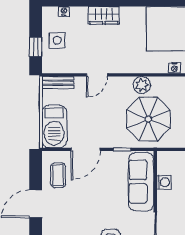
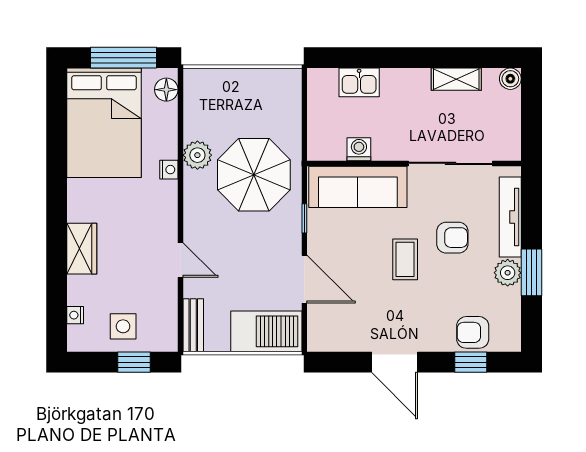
nightstand: (174, 68) -> (169, 170), moved
plant: (142, 85) -> (197, 155), moved
coffee table: (58, 175) -> (405, 259), moved, turned 90

